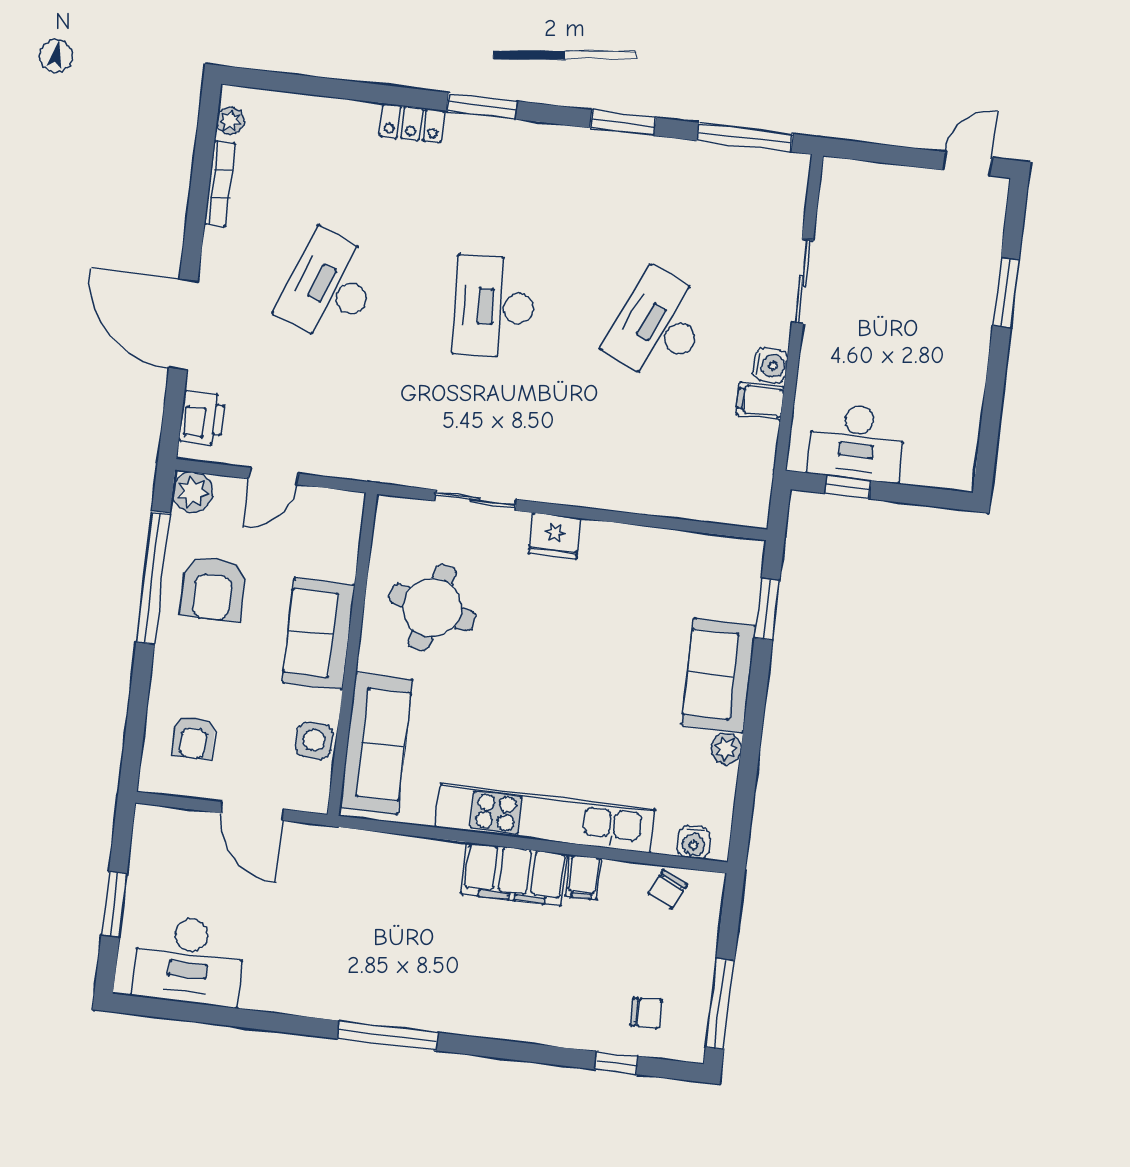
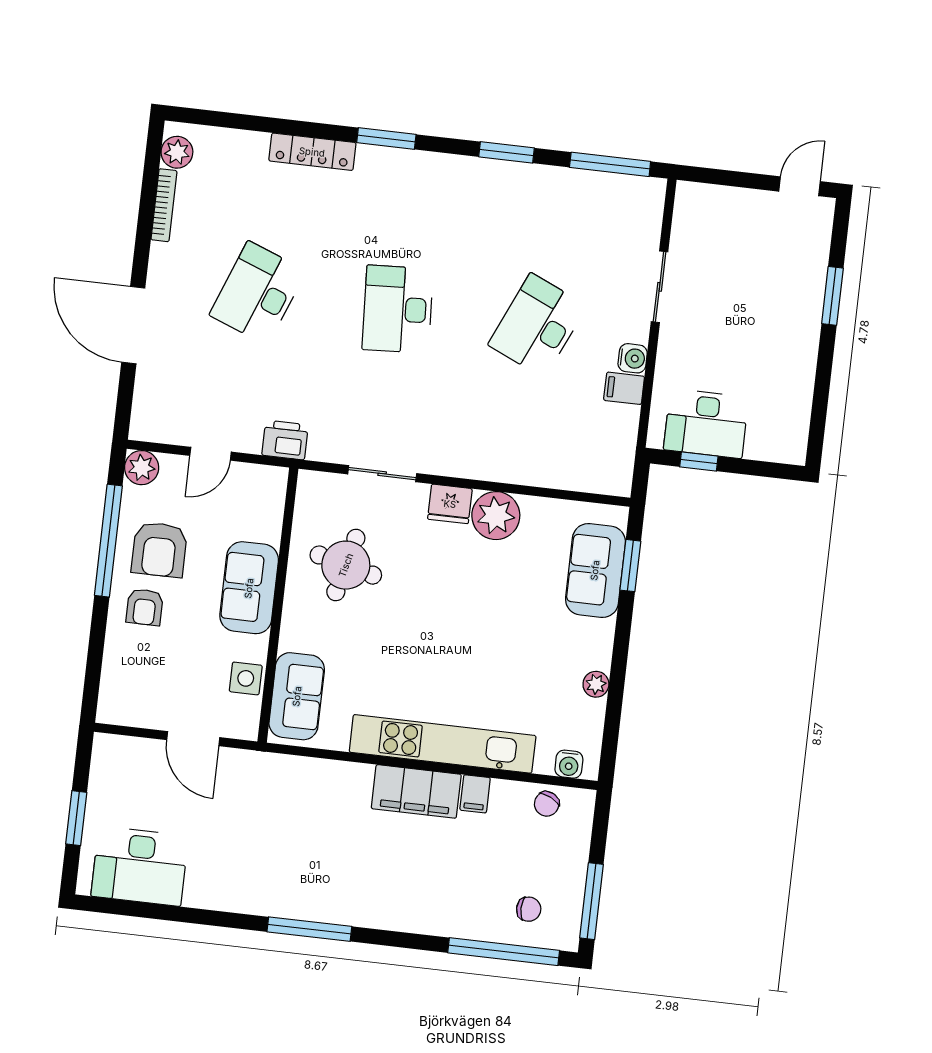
plant: (230, 121) -> (177, 152), width x1.38, depth x1.38
locker: (412, 123) -> (312, 152), width x1.53
printer: (202, 418) -> (285, 440), moved, turned -90
plant: (609, 550) -> (496, 516), added
sofa: (719, 675) -> (595, 570), moved
armchair: (194, 737) -> (145, 607), moved
sofa: (376, 744) -> (297, 696), width x0.73
window: (616, 1063) -> (504, 952), width x3.17

